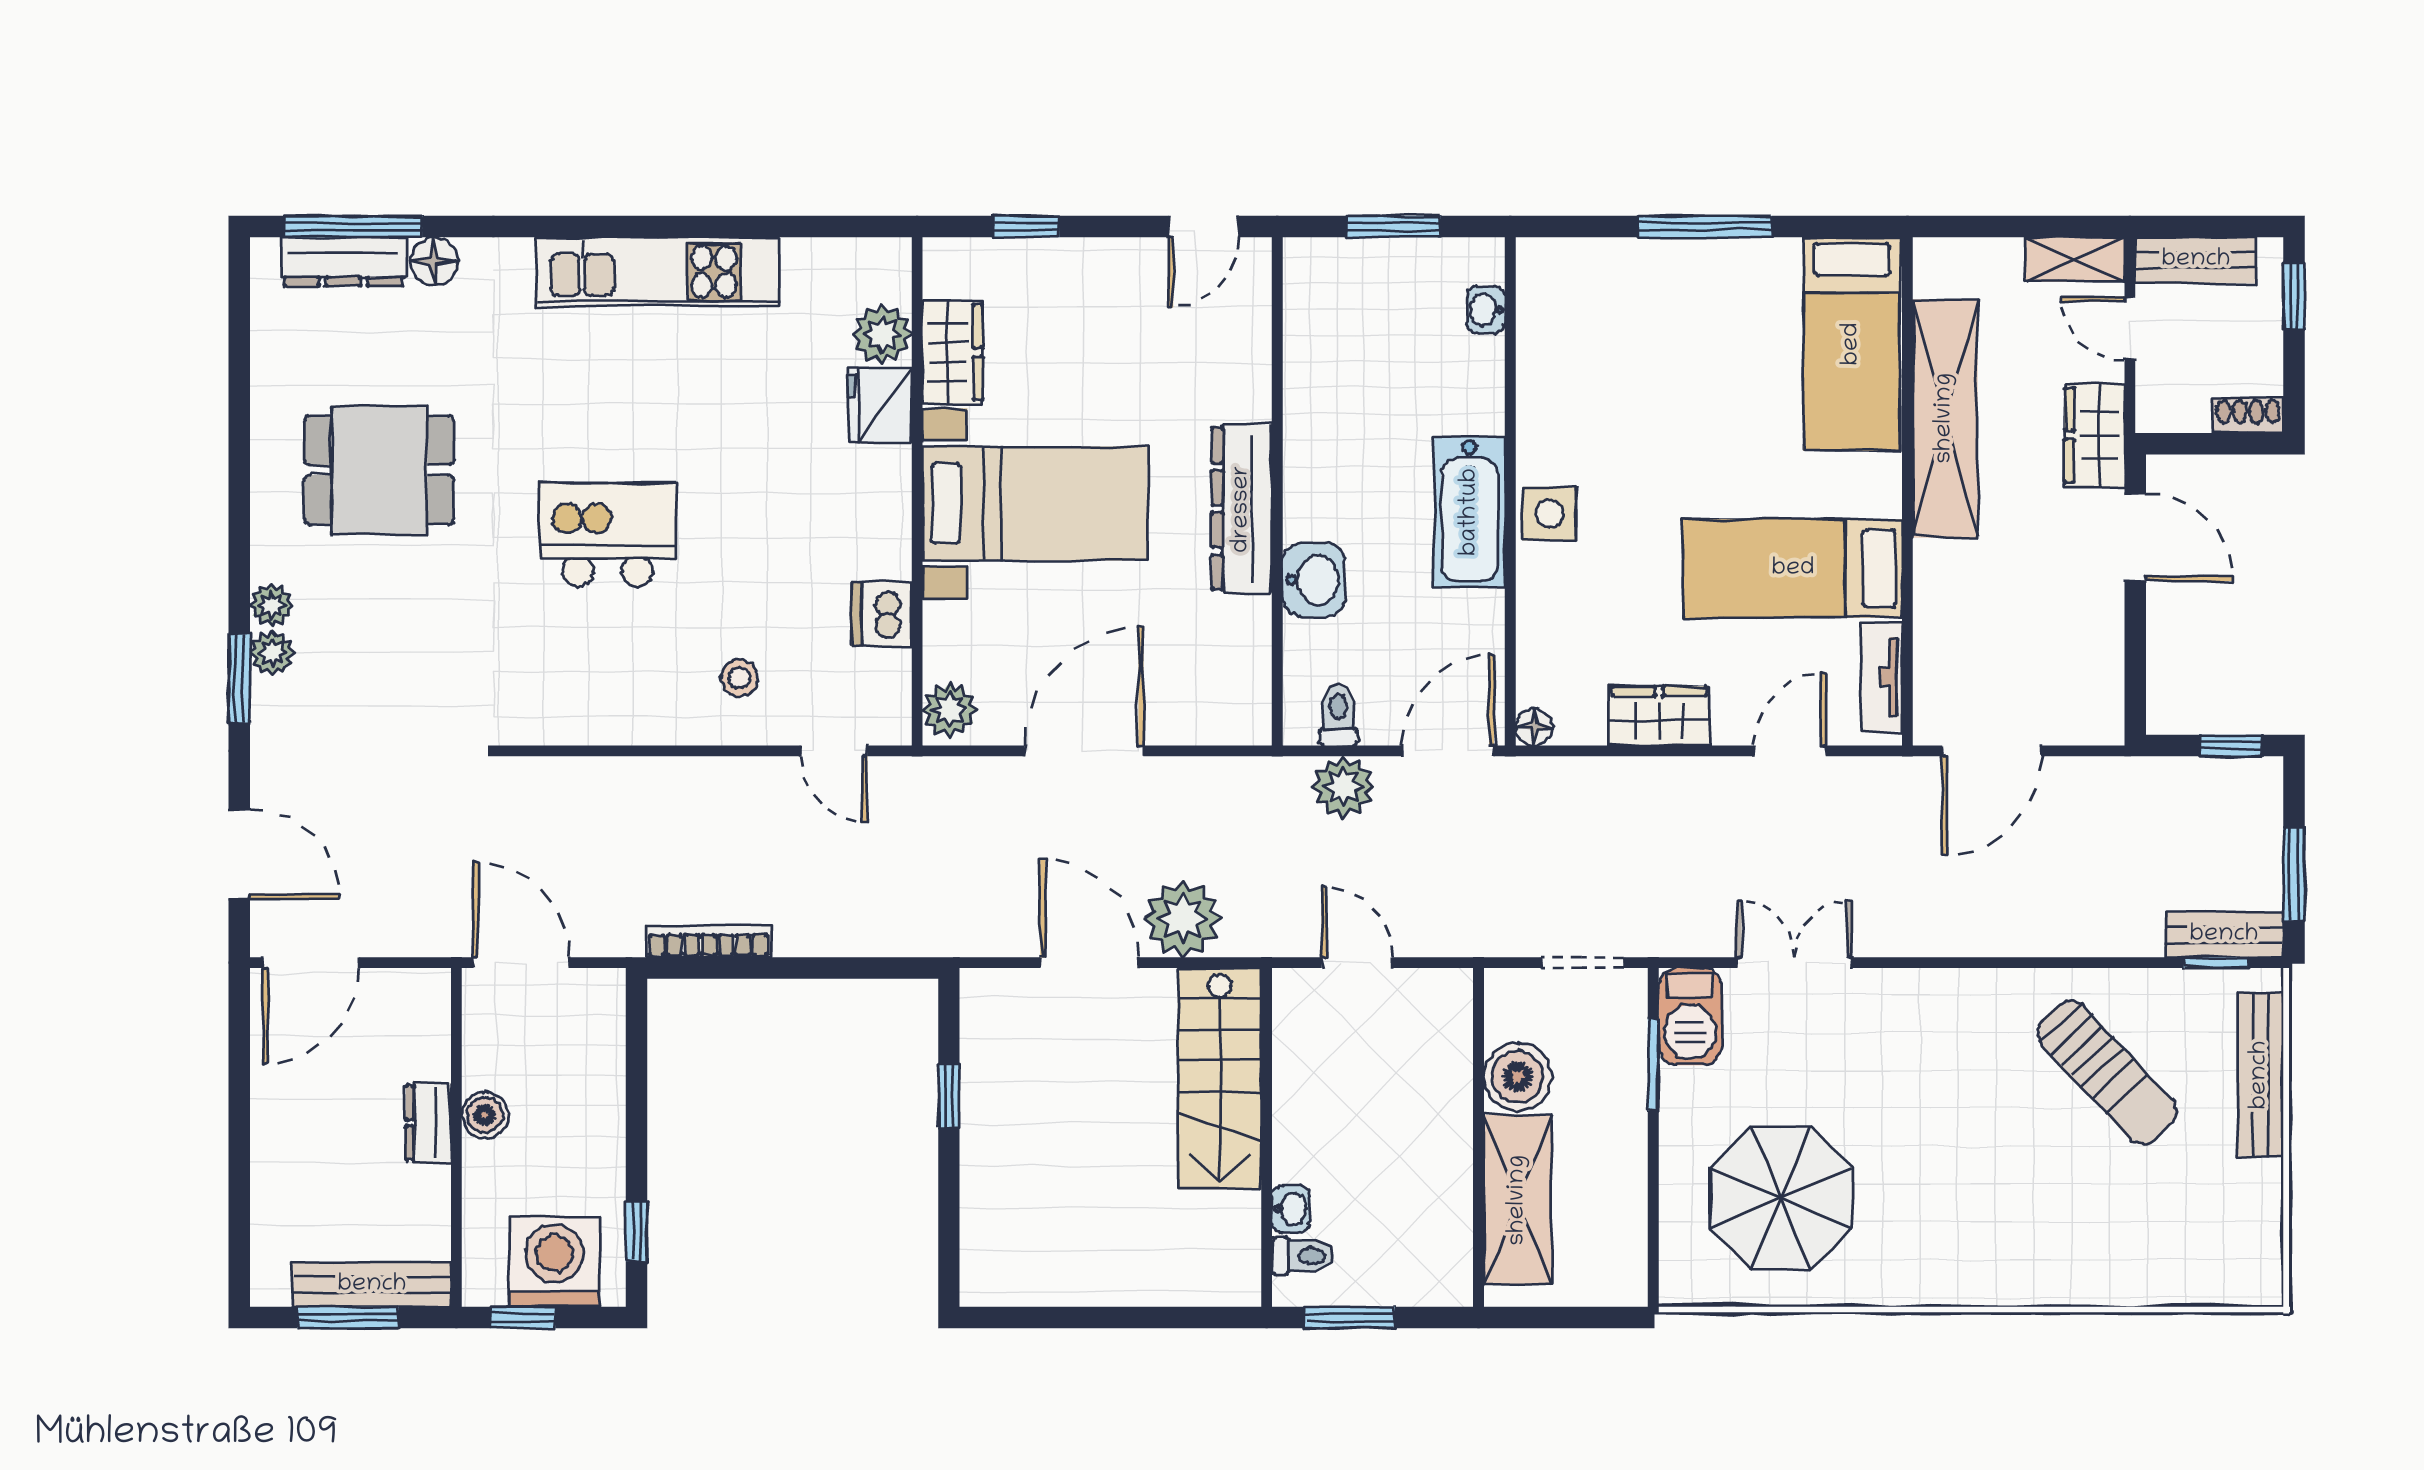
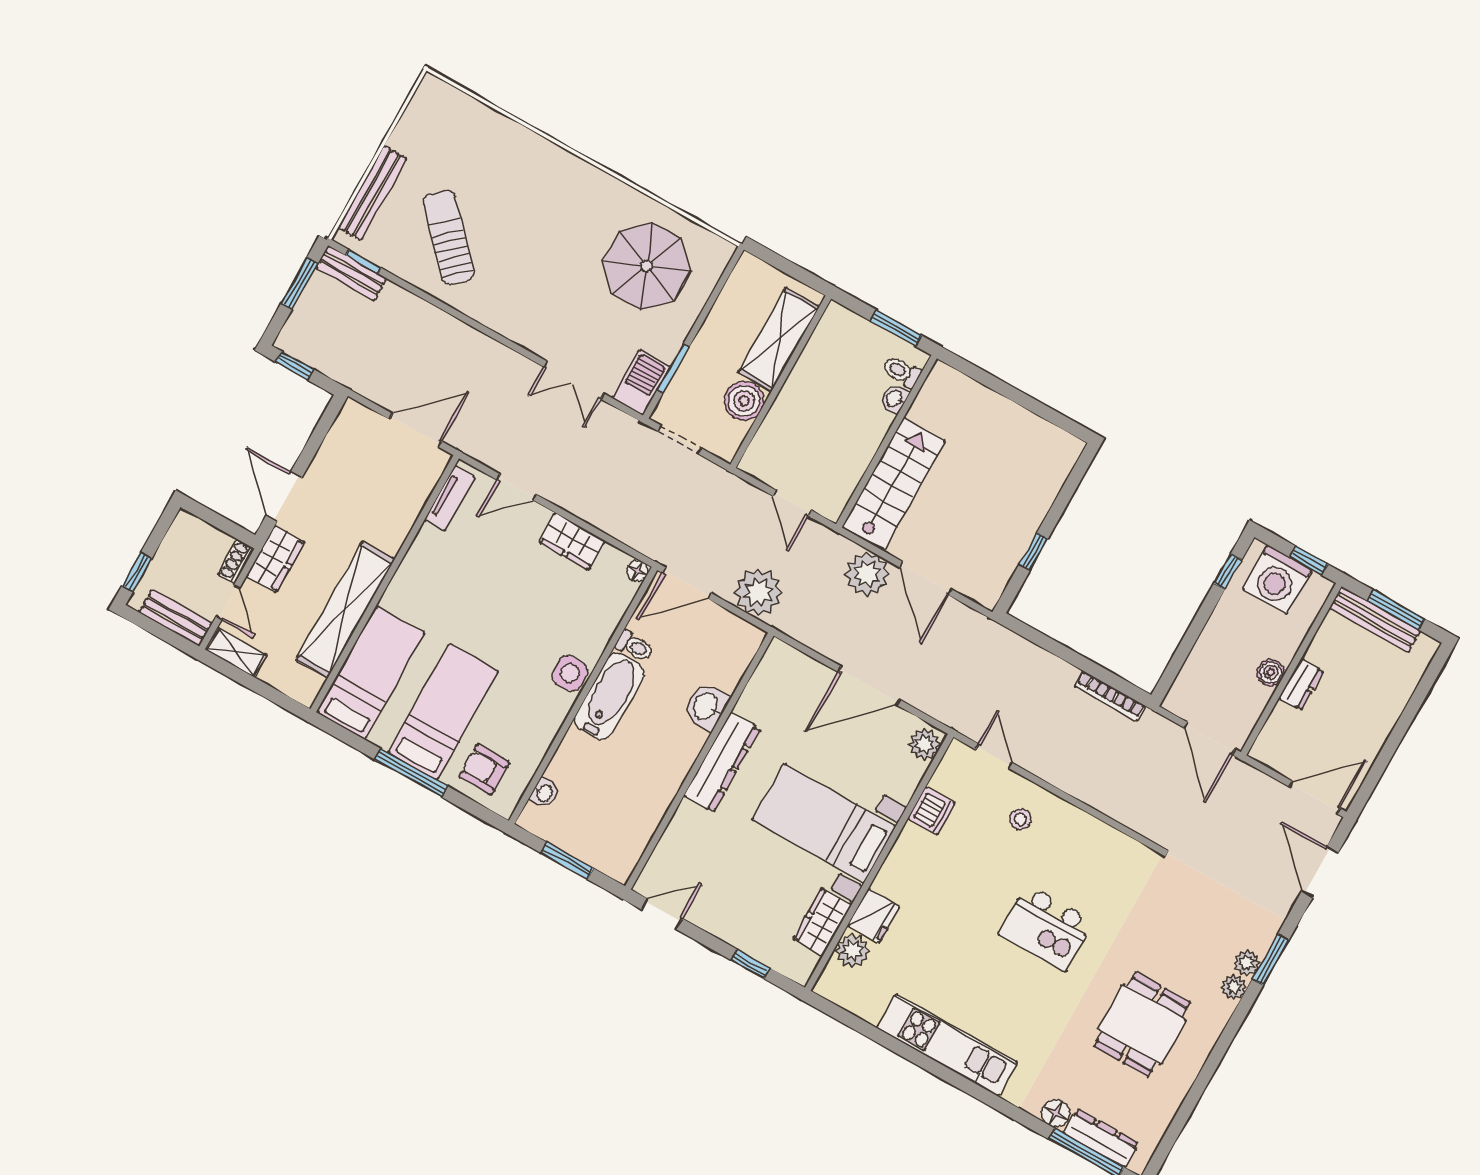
armchair: (1597, 294) -> (484, 770), added
shoe rack: (2248, 416) -> (236, 561), moved, turned 90
dining table: (379, 470) -> (1142, 1024), turned 90
bed: (1793, 569) -> (443, 712), moved, turned -90
toilet: (1338, 715) -> (634, 646), moved, turned -90
plant: (1343, 787) -> (758, 592), width x1.36, depth x1.36

